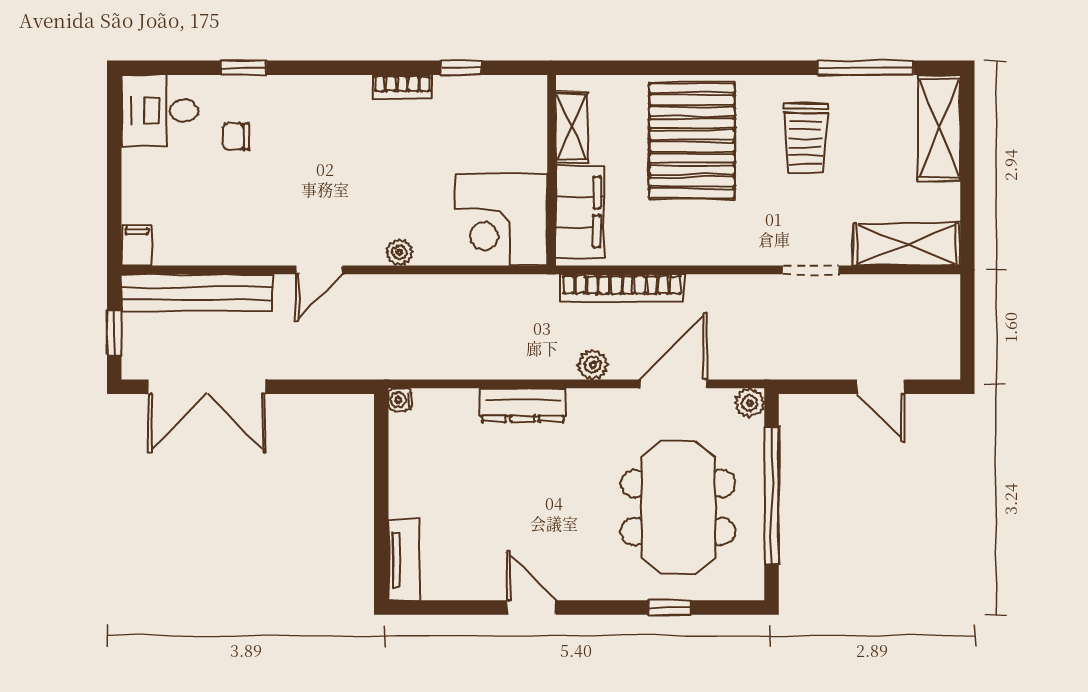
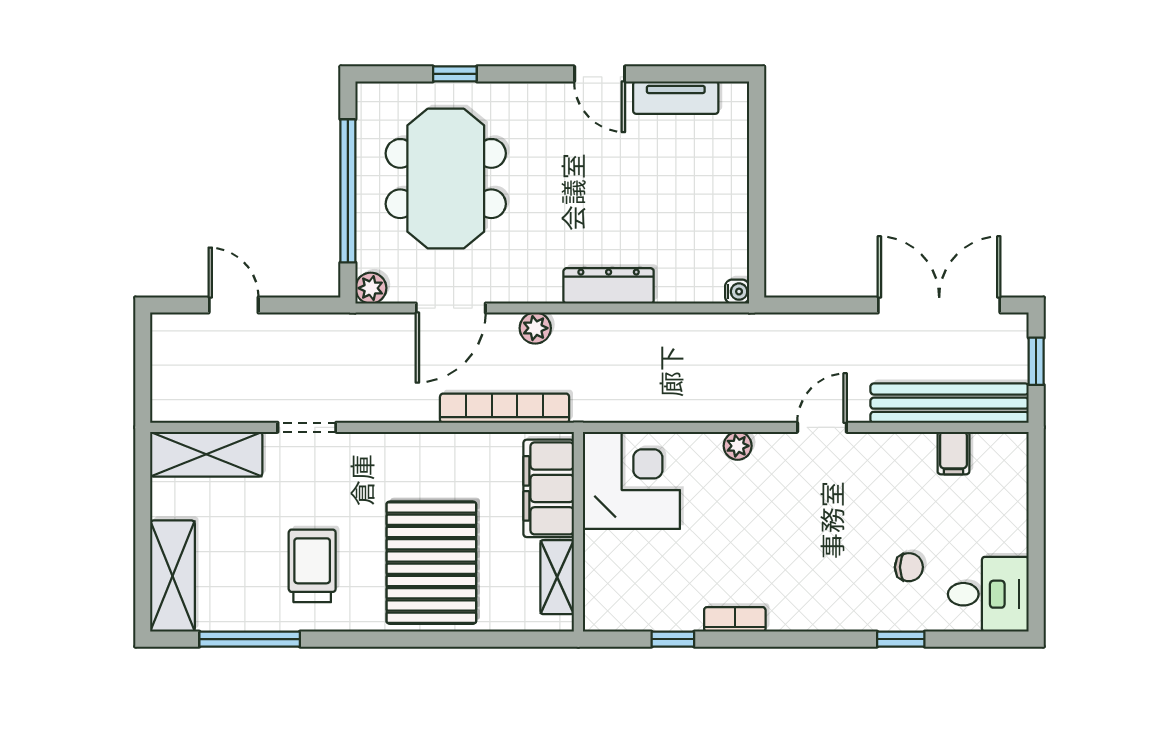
filing cabinet: (137, 245) -> (953, 453), moved
tv unit: (404, 560) -> (676, 98), moved, turned -90

